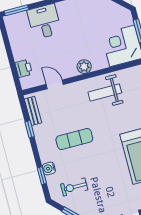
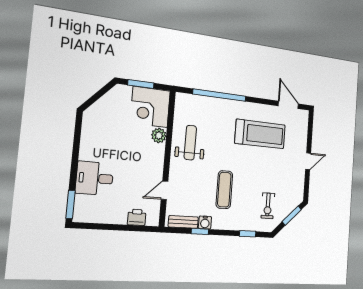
plant: (84, 67) -> (159, 135), moved
weight bench: (105, 92) -> (190, 143), turned 180
water cooler: (49, 168) -> (205, 222), moved

